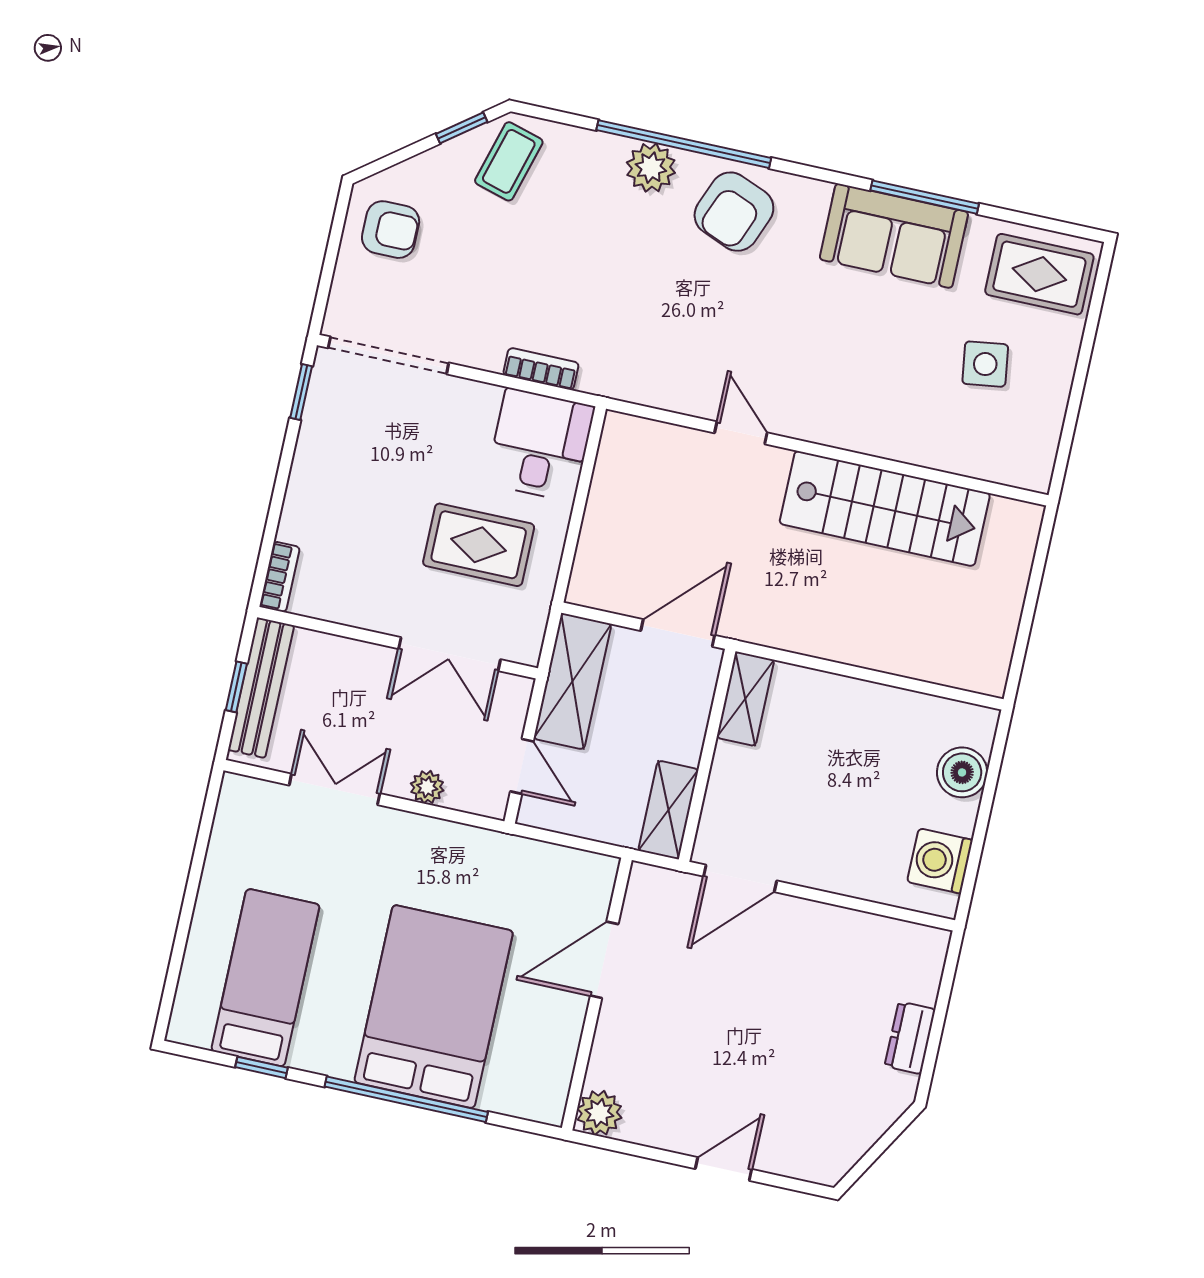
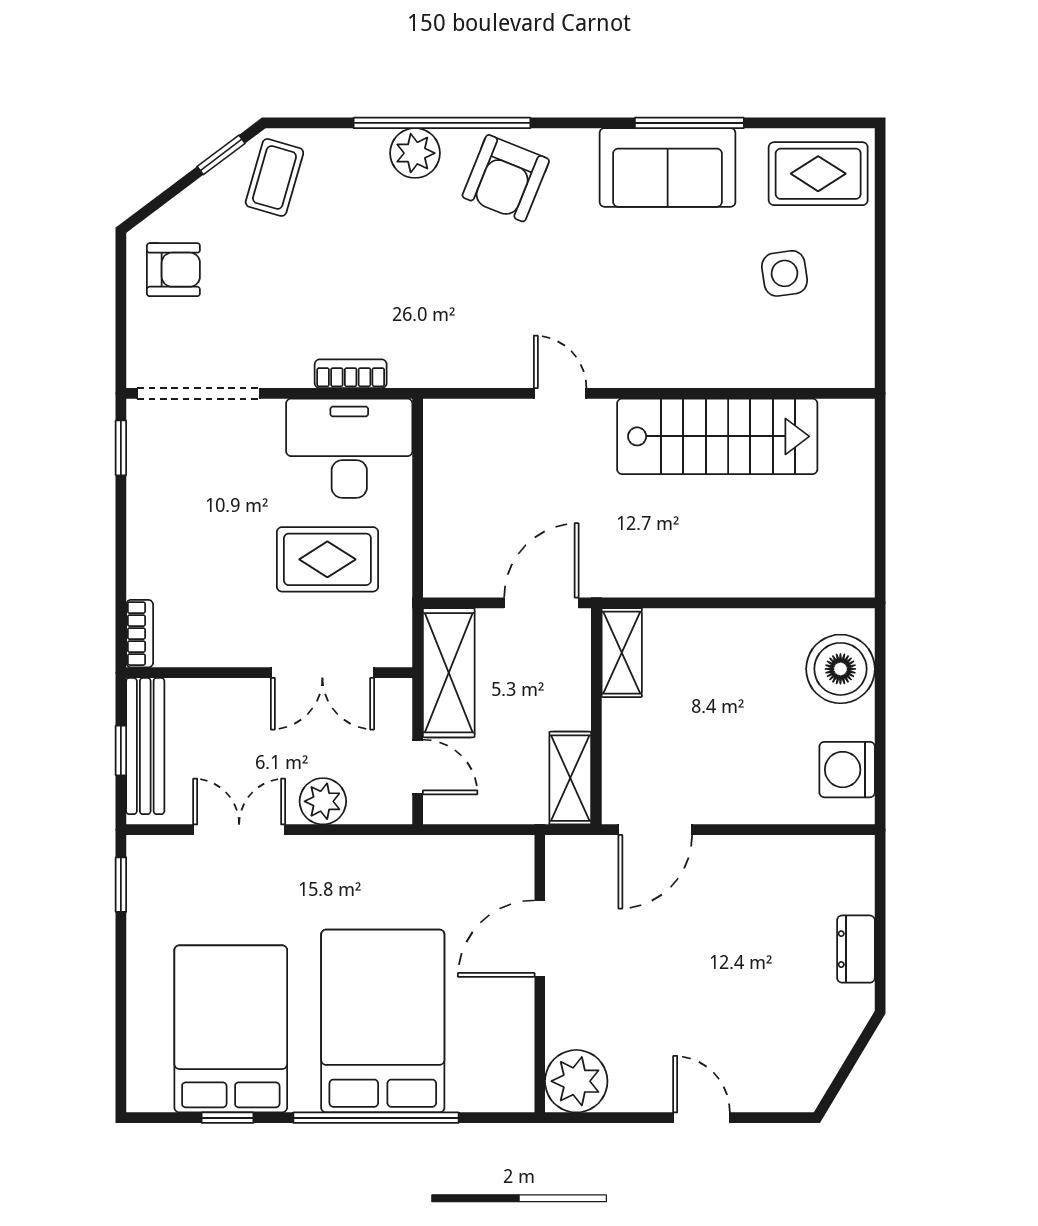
desk: (540, 445) -> (349, 448), width x1.37
boiler: (962, 772) -> (840, 669), width x1.37, depth x1.37
plant: (427, 787) -> (323, 801), width x1.38, depth x1.38
window: (208, 818) -> (121, 885), added
bed: (265, 978) -> (231, 1029), width x1.50
plant: (599, 1113) -> (576, 1081), width x1.36, depth x1.36
door: (724, 1169) -> (702, 1118), hinge flipped

